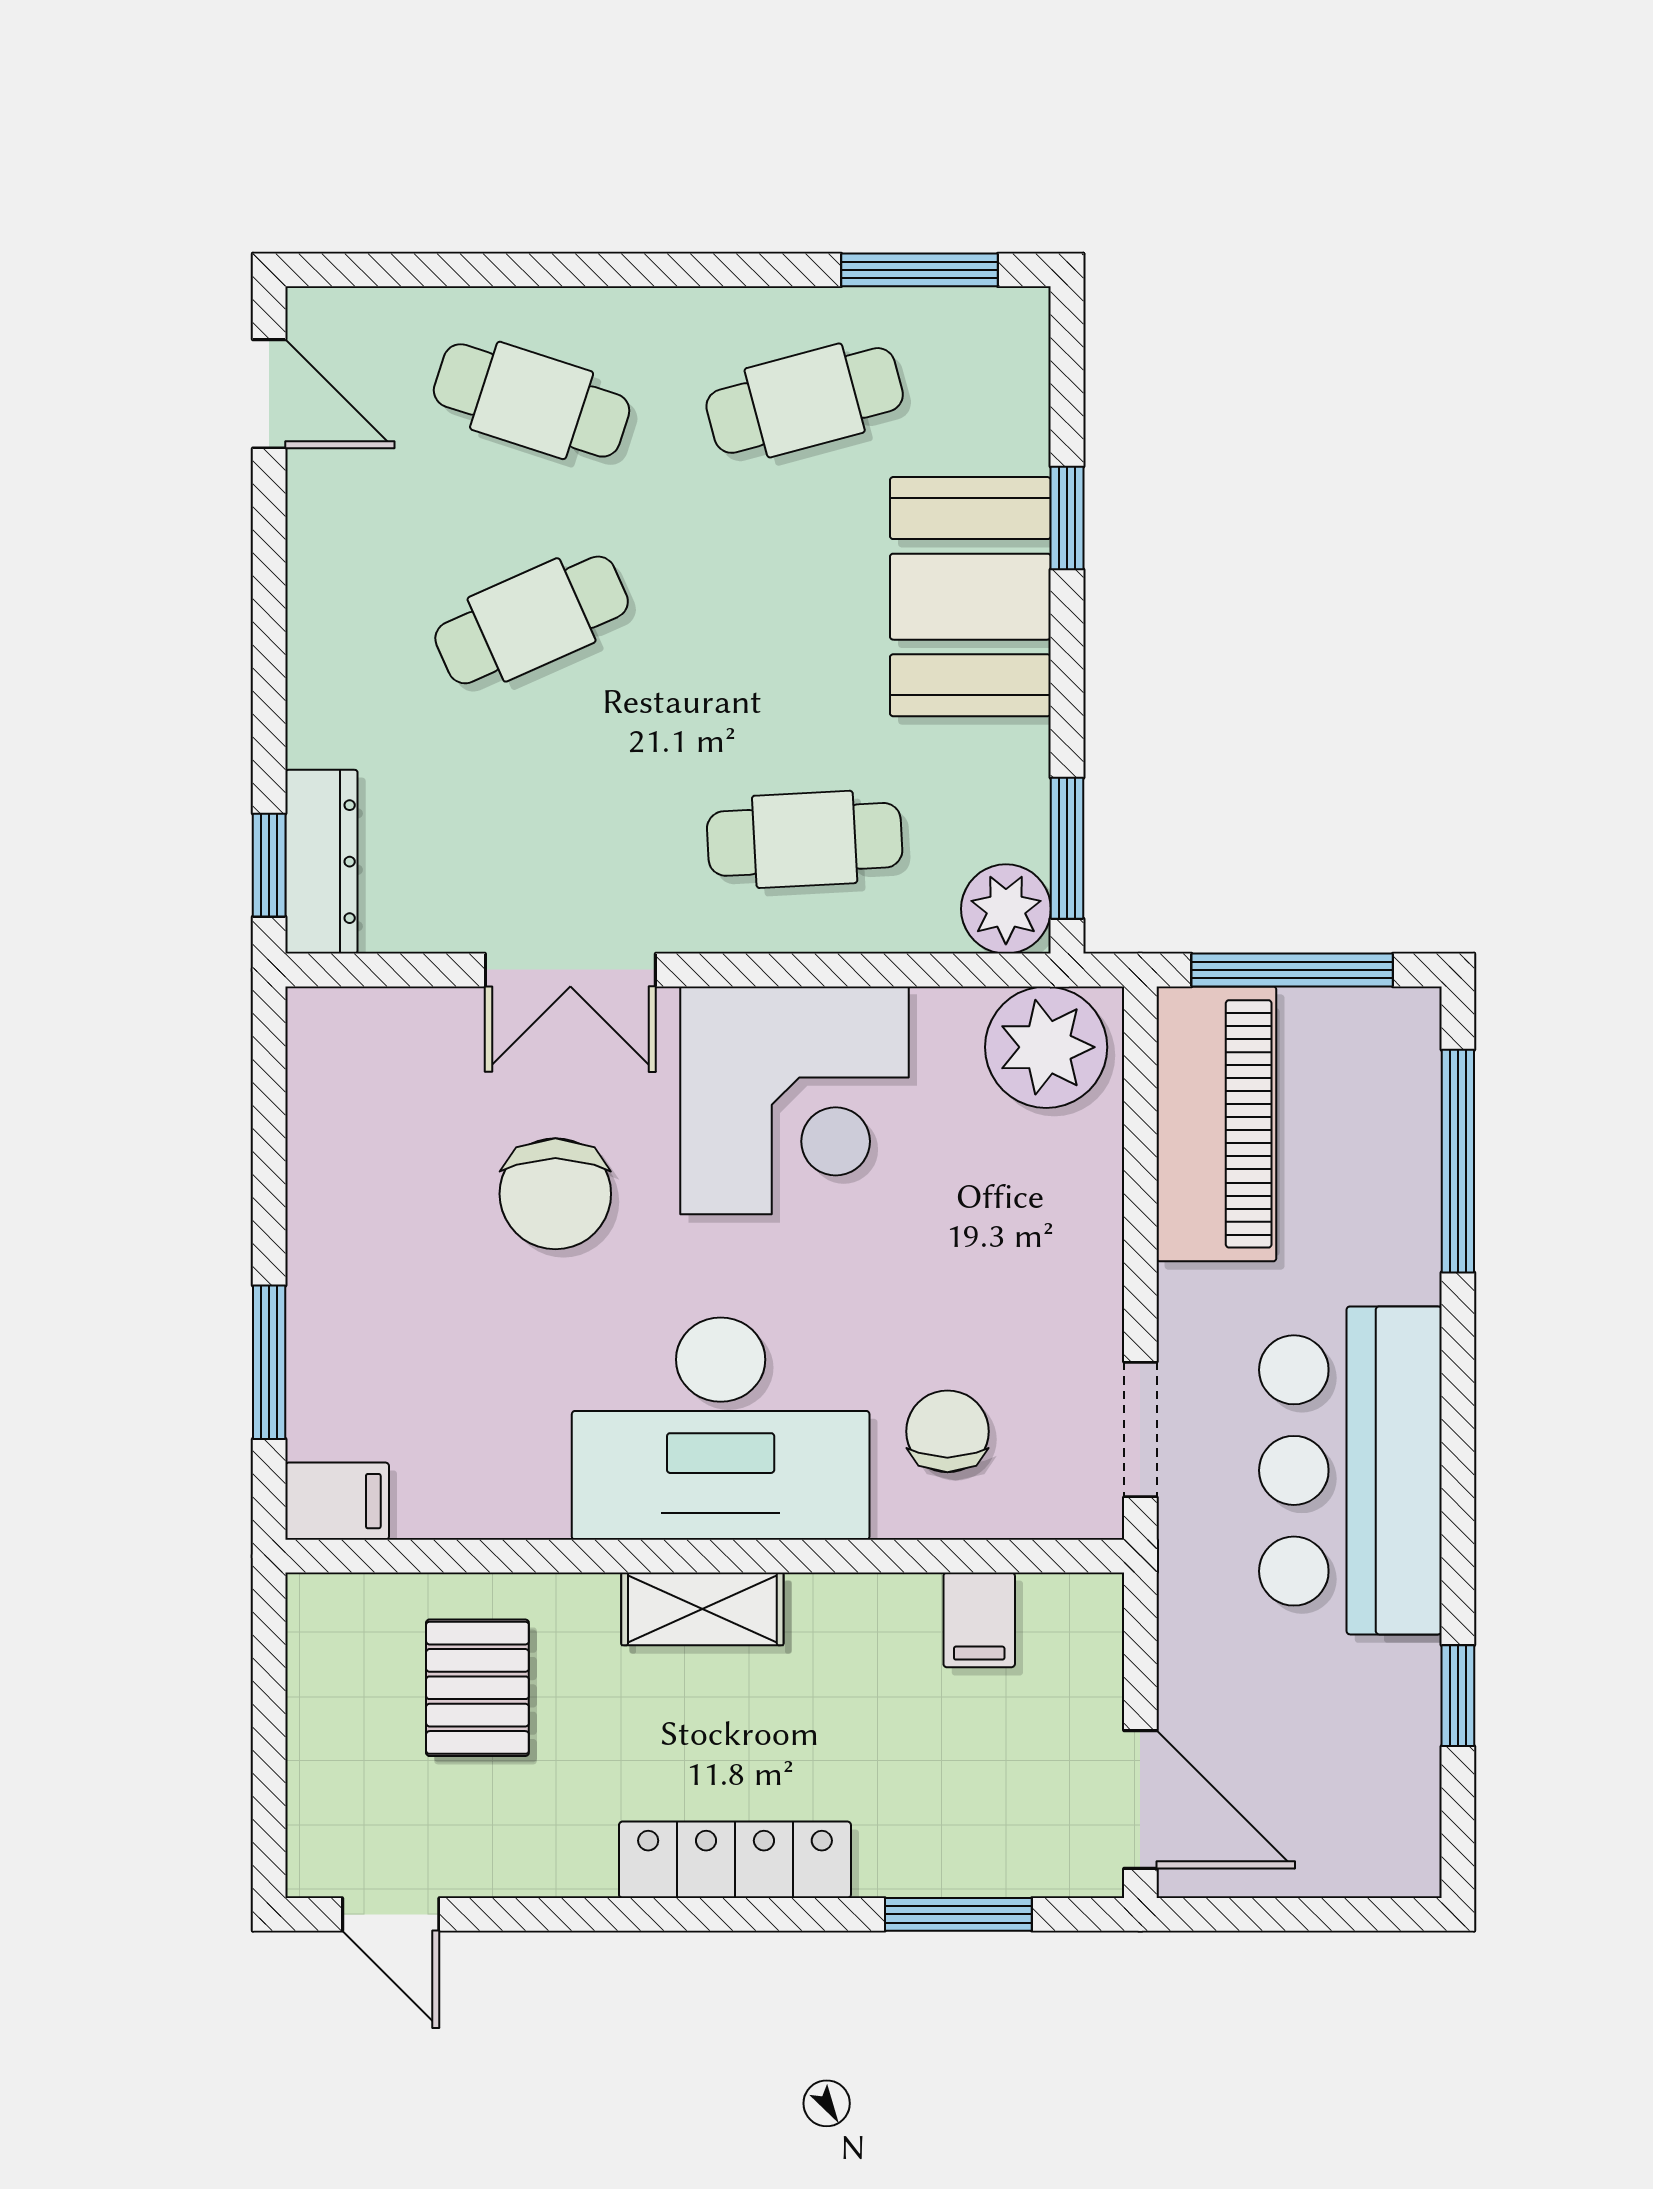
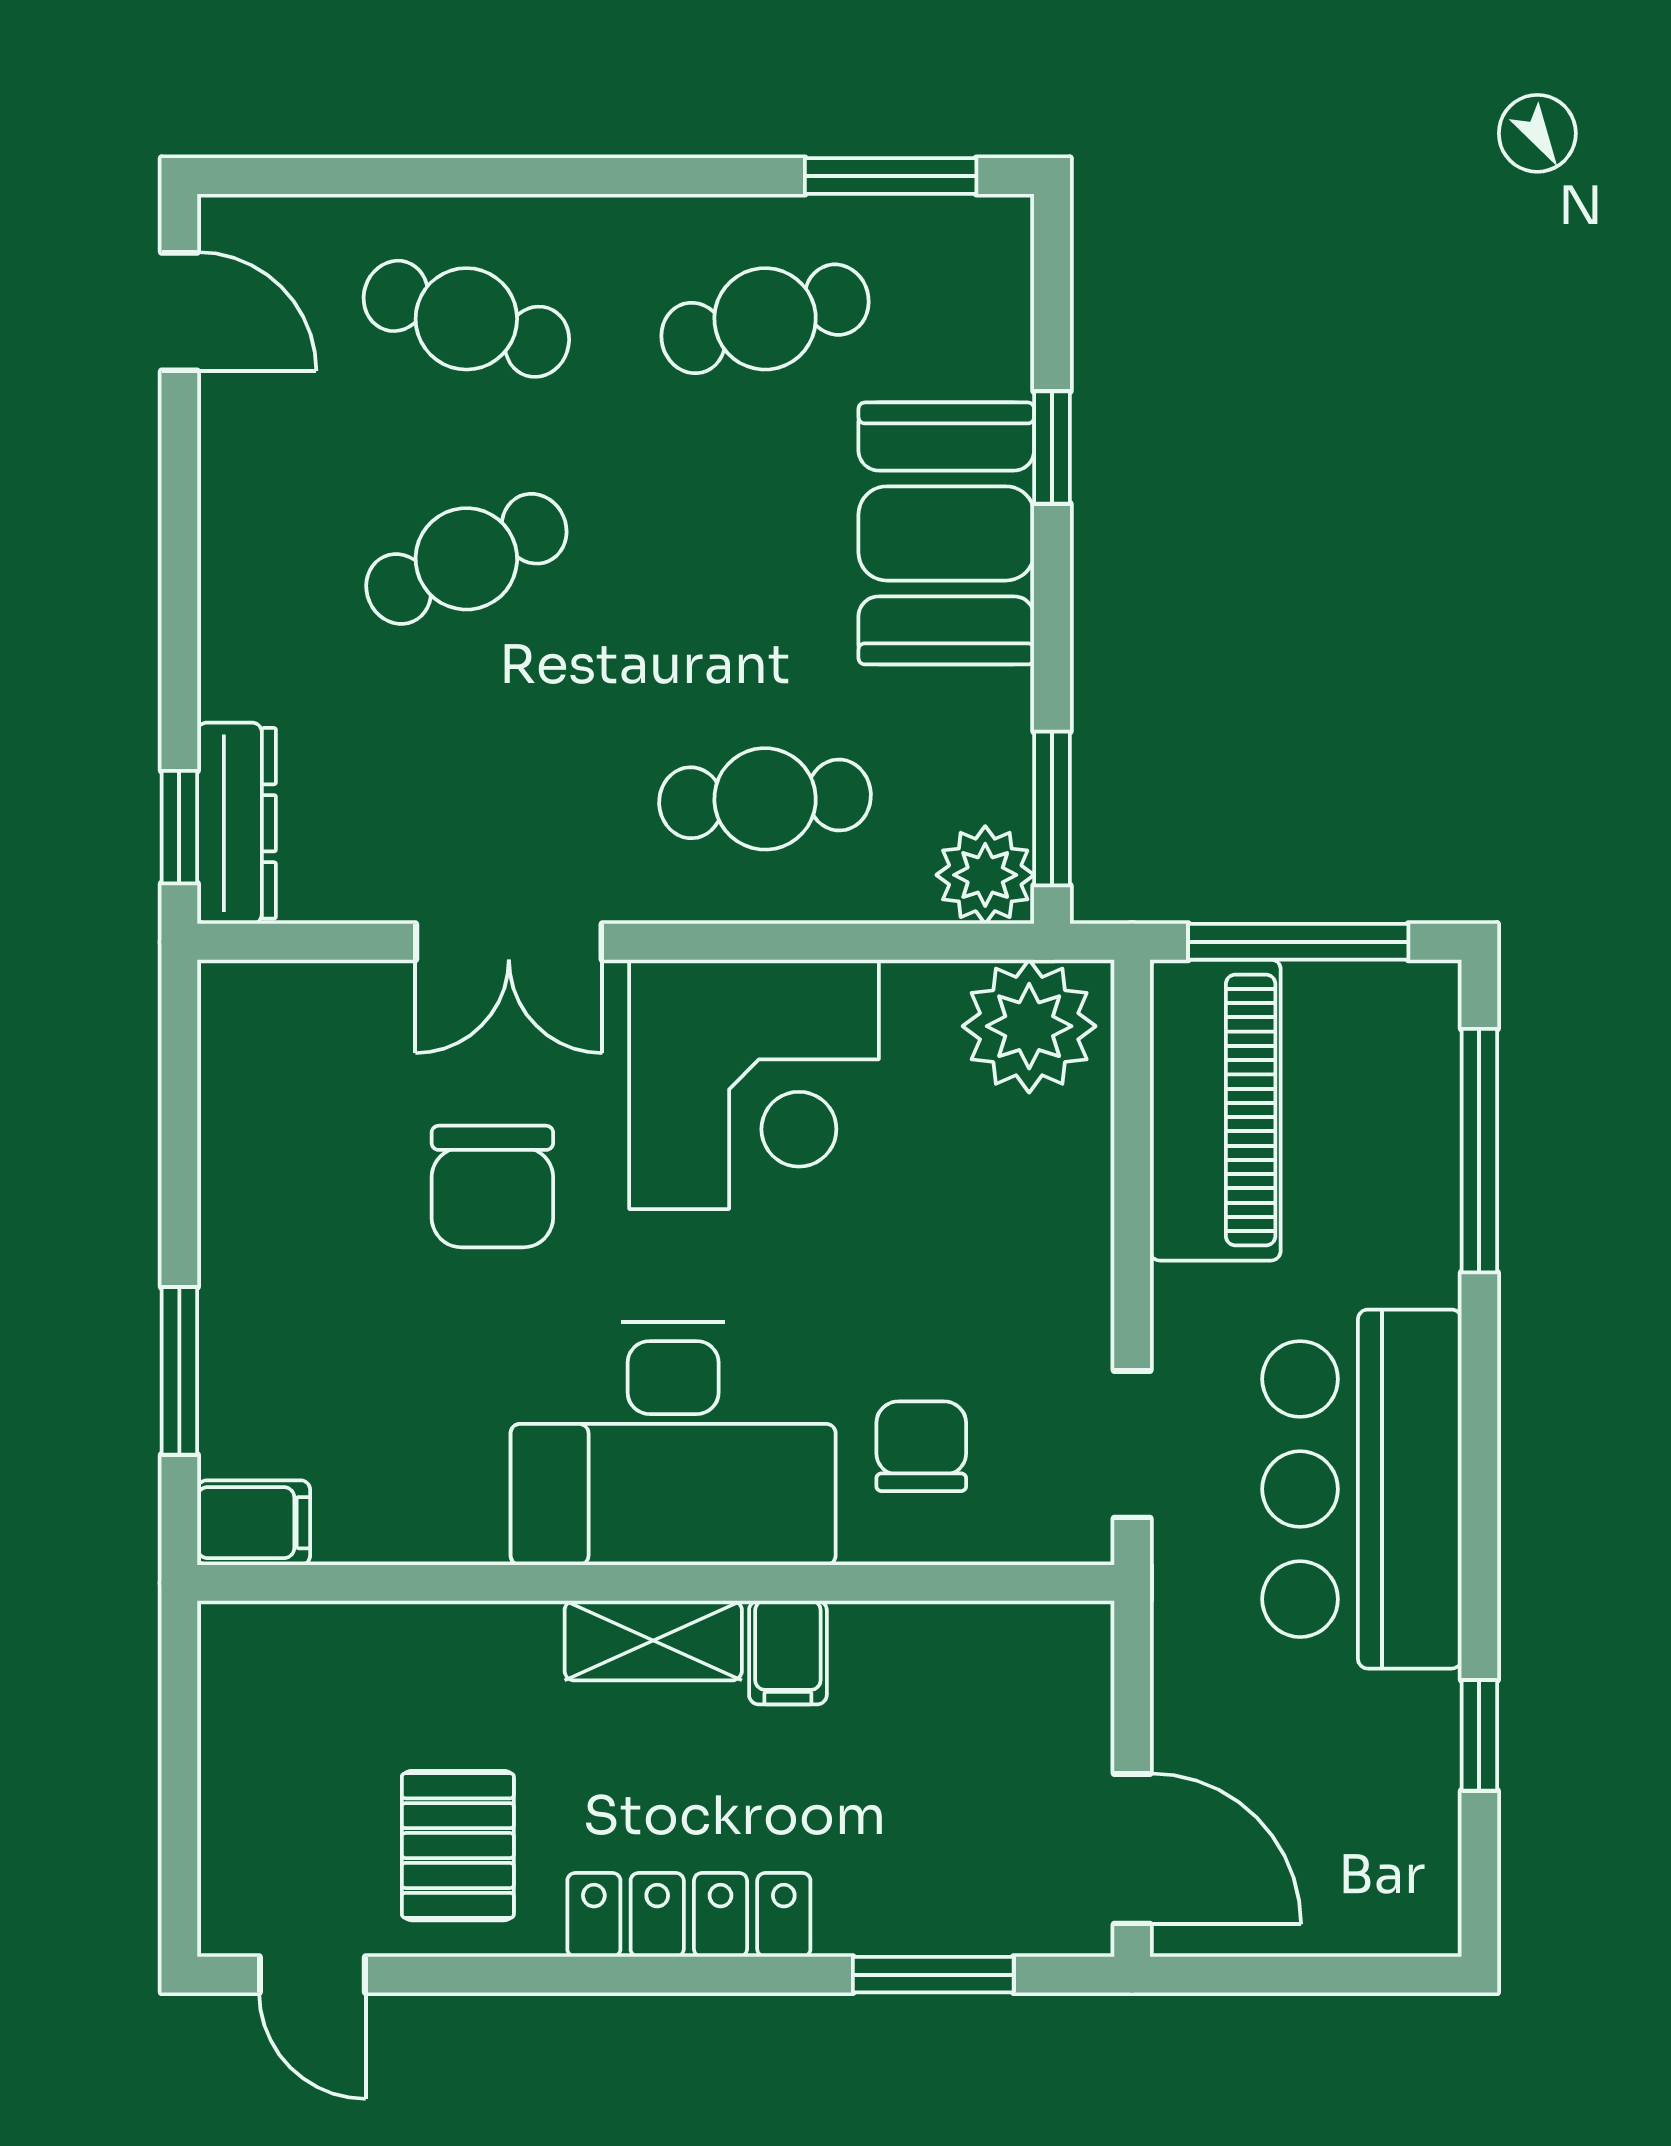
filing cabinet: (979, 1620) -> (788, 1653), moved
pallet: (477, 1688) -> (458, 1846), moved

